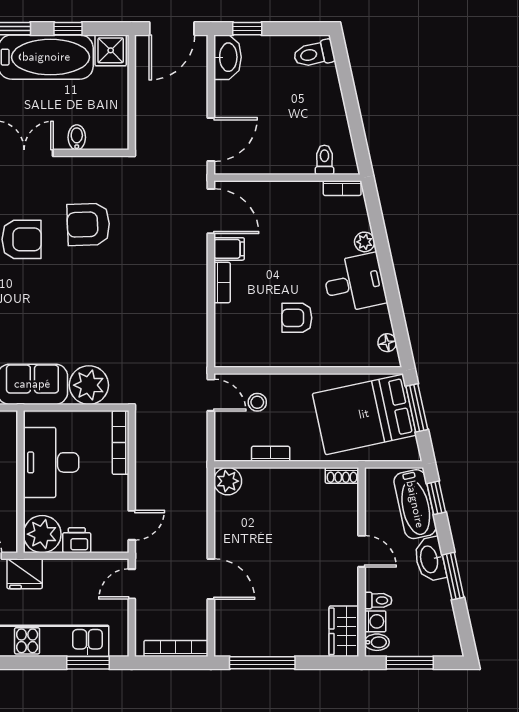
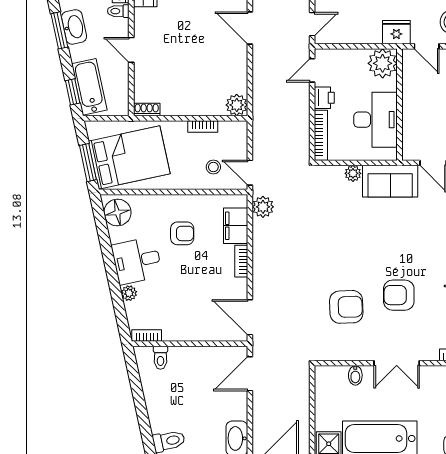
filing cabinet: (229, 249) -> (236, 226), moved, width x2.00
floor lamp: (387, 343) -> (117, 213), width x1.89, depth x1.89
plant: (194, 352) -> (263, 207), added
plant: (89, 385) -> (353, 173), width x0.53, depth x0.53
printer: (77, 540) -> (324, 98), moved, turned -90
washbasin: (430, 559) -> (74, 27), moved

